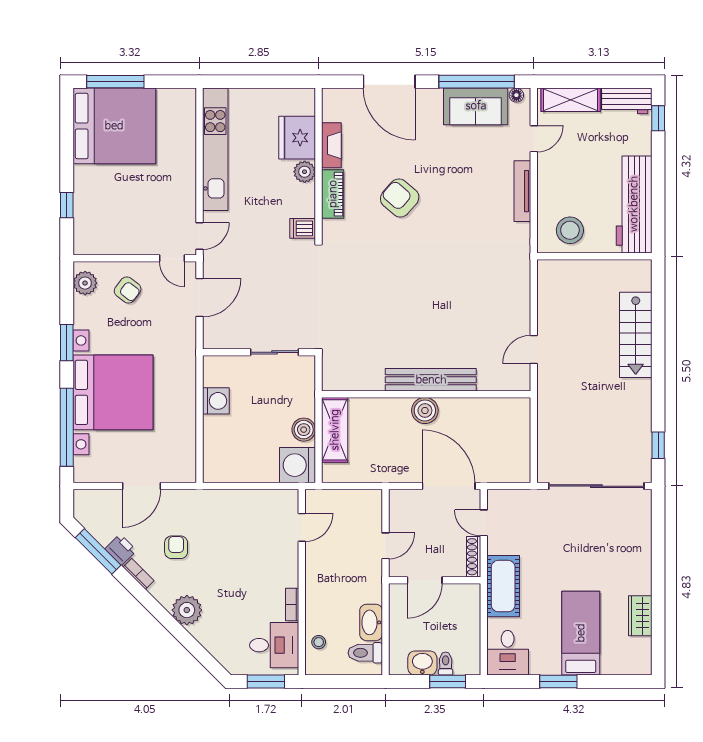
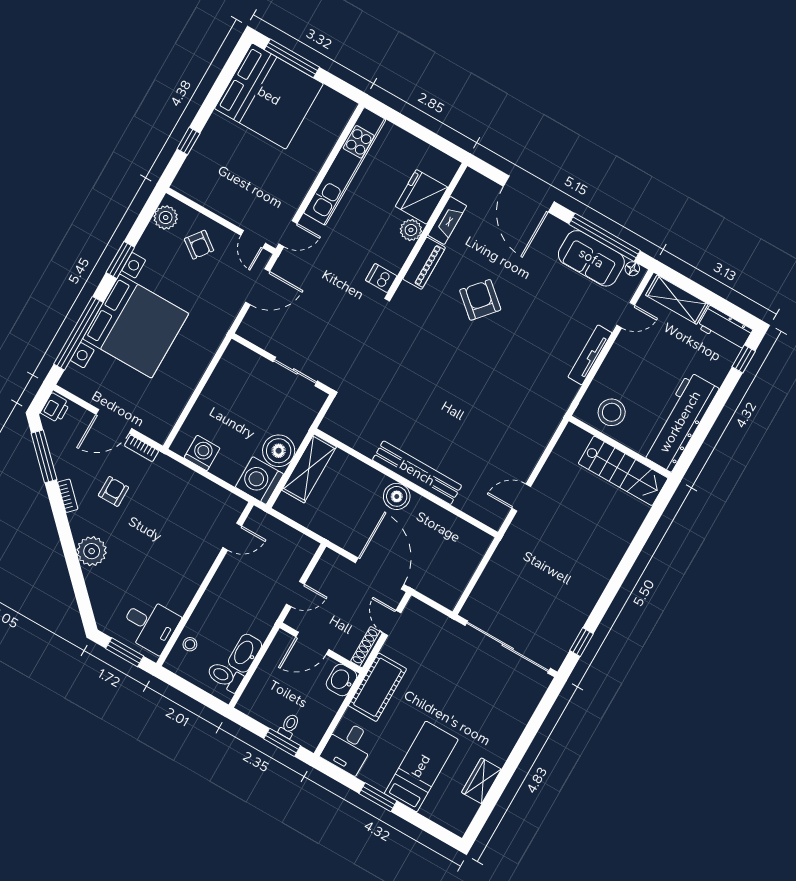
stairs: (636, 335) -> (623, 471), moved, turned -90
washing machine: (216, 401) -> (202, 453), moved, turned -90
boiler: (304, 430) -> (279, 451), width x1.37, depth x1.37
printer: (121, 550) -> (55, 408), moved, turned 45
bookcase: (292, 604) -> (142, 448), moved, turned -90
washbasin: (422, 663) -> (341, 680), moved, turned -90

